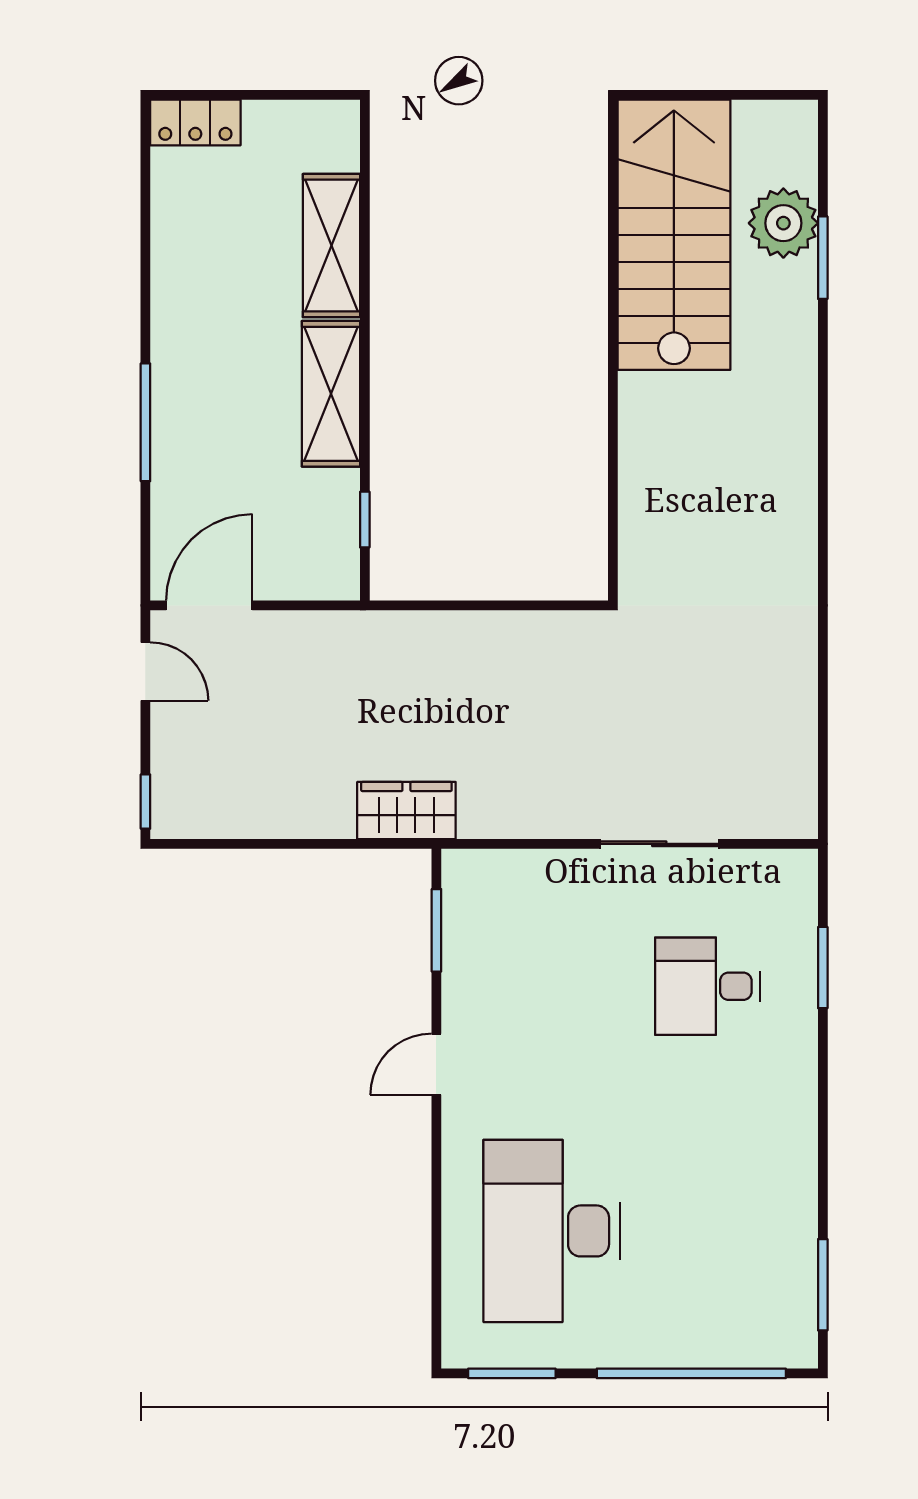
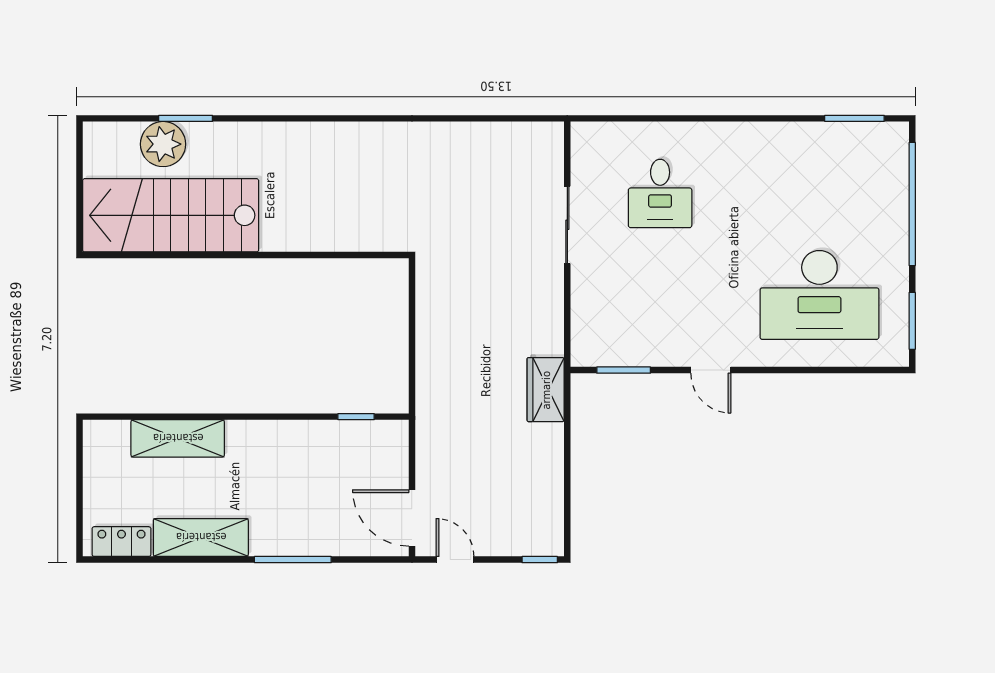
locker: (195, 122) -> (121, 542), moved, turned -90
shelving: (331, 394) -> (201, 537), moved
door: (145, 671) -> (455, 560), hinge flipped
window: (823, 968) -> (648, 118), removed

